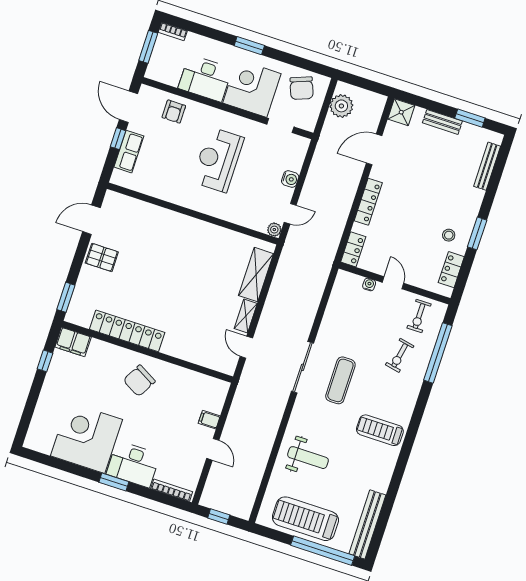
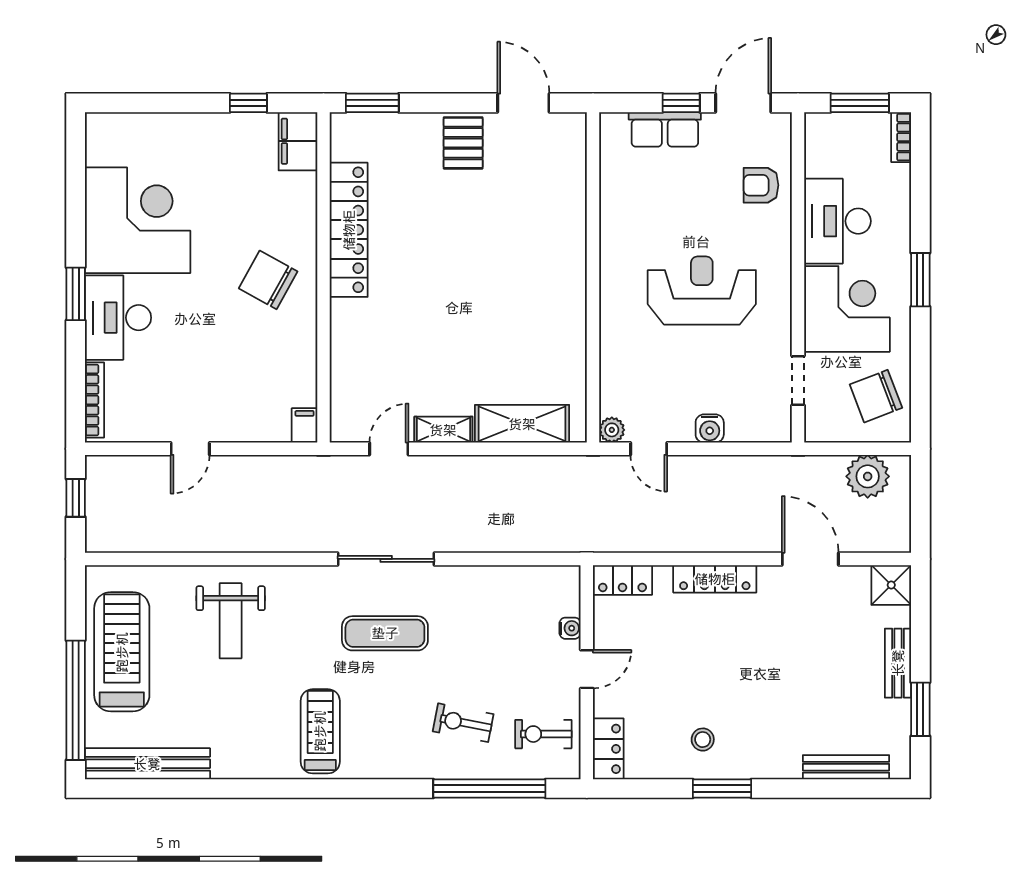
locker: (451, 270) -> (608, 749), moved, turned 90
filing cabinet: (209, 420) -> (305, 425), moved

